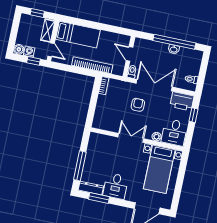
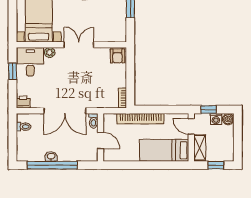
printer: (182, 101) -> (23, 102), width x0.53, depth x0.68
armchair: (138, 105) -> (117, 56), moved
window: (194, 115) -> (13, 71), moved
double door: (131, 138) -> (79, 45), swing flipped

